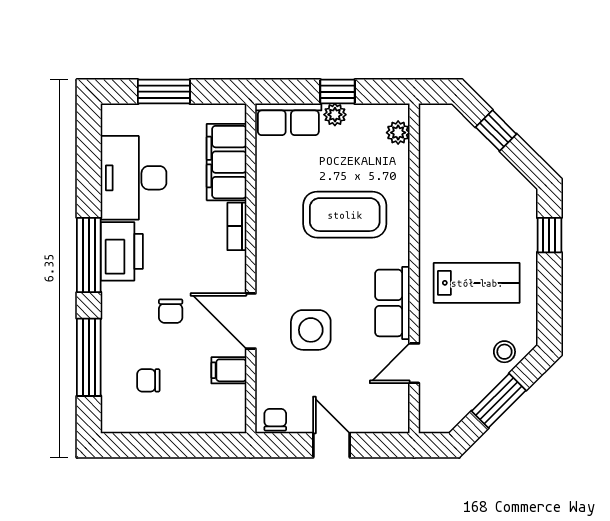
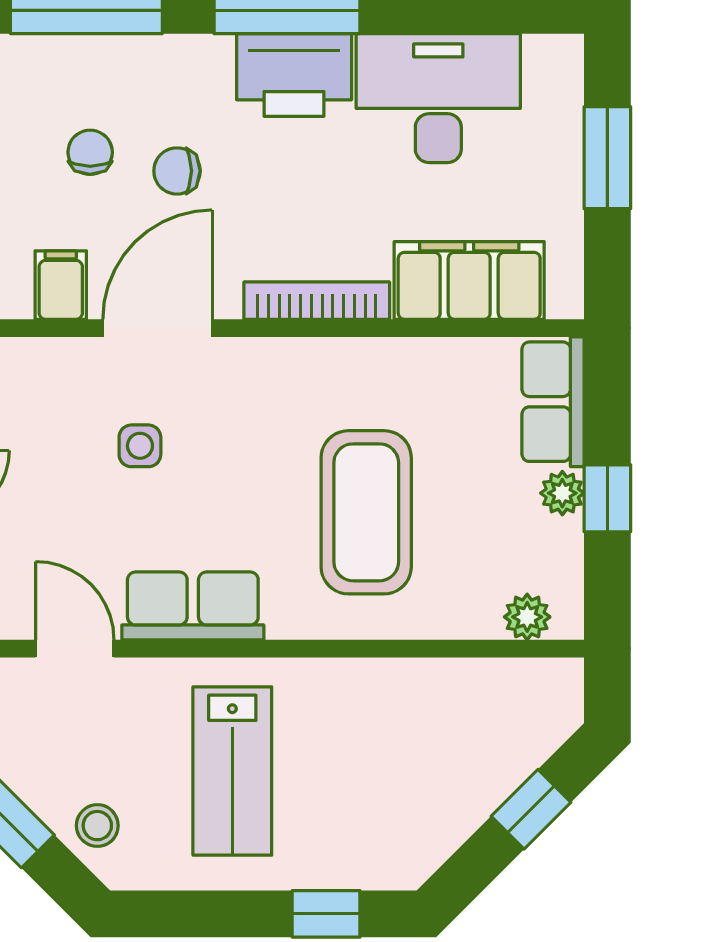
bookcase: (237, 226) -> (317, 301), width x1.56
side table: (311, 330) -> (140, 446), width x0.54, depth x0.54
chair: (148, 380) -> (90, 152), moved

